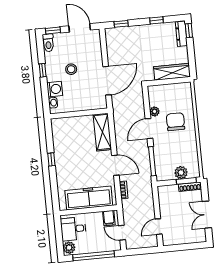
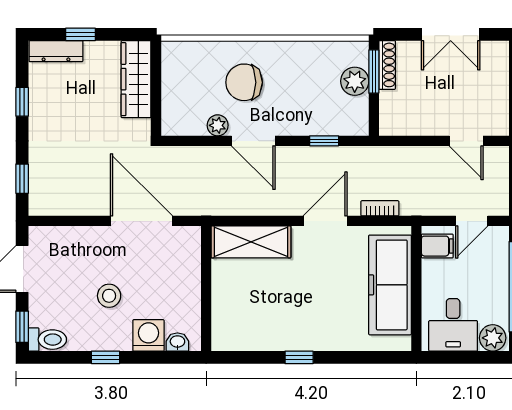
window: (189, 30) -> (81, 34), moved
window: (152, 161) -> (324, 141), width x0.46

